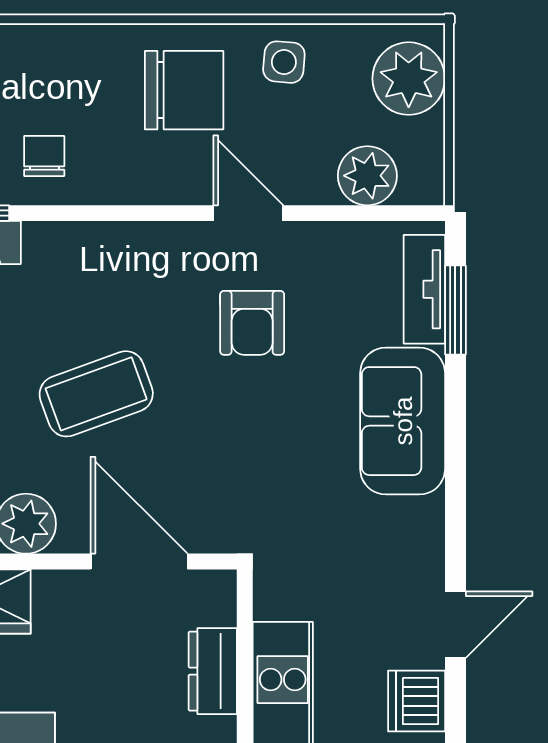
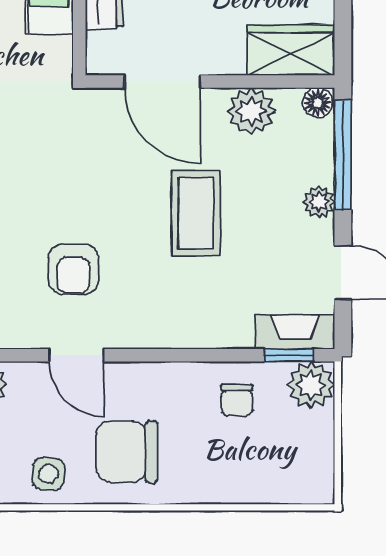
armchair: (252, 323) -> (73, 269), turned 180
coffee table: (96, 394) -> (196, 213), turned -70

